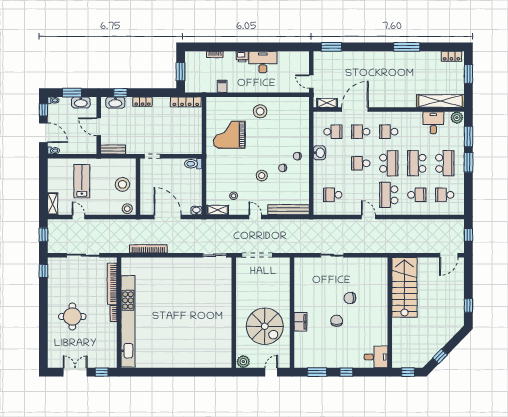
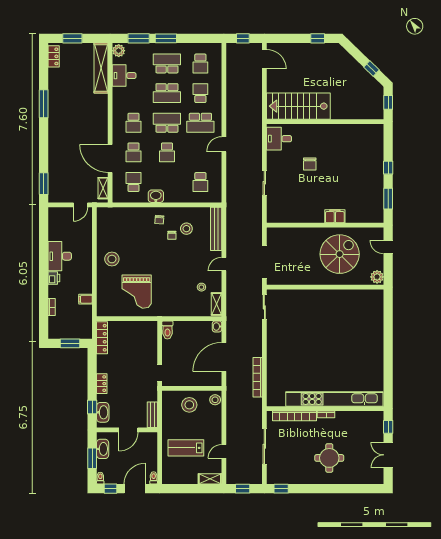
stool: (262, 176) -> (186, 229), moved
chair: (337, 321) -> (334, 178), removed
desk: (376, 357) -> (279, 139), moved, turned -90

